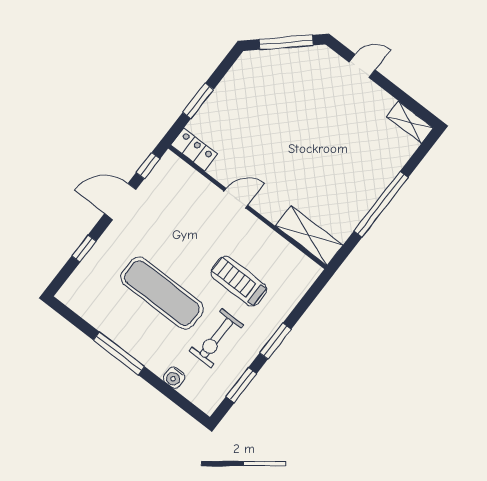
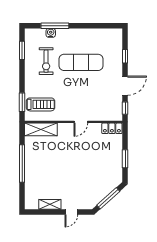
window: (198, 101) -> (125, 159), moved
shelving: (410, 122) -> (50, 204), moved
treadmill: (239, 281) -> (40, 104), moved
exercise bike: (216, 338) -> (46, 61), turned 180
window: (275, 341) -> (22, 102), moved
window: (119, 353) -> (55, 26), moved

